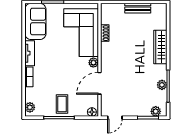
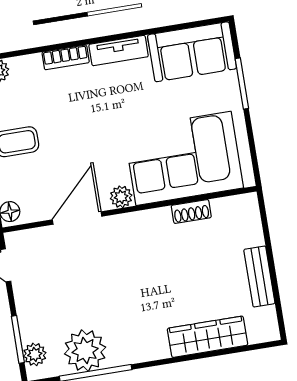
wardrobe: (160, 47) -> (208, 337), moved
door: (99, 83) -> (77, 218), hinge flipped
plant: (162, 85) -> (85, 350), width x1.88, depth x1.88

